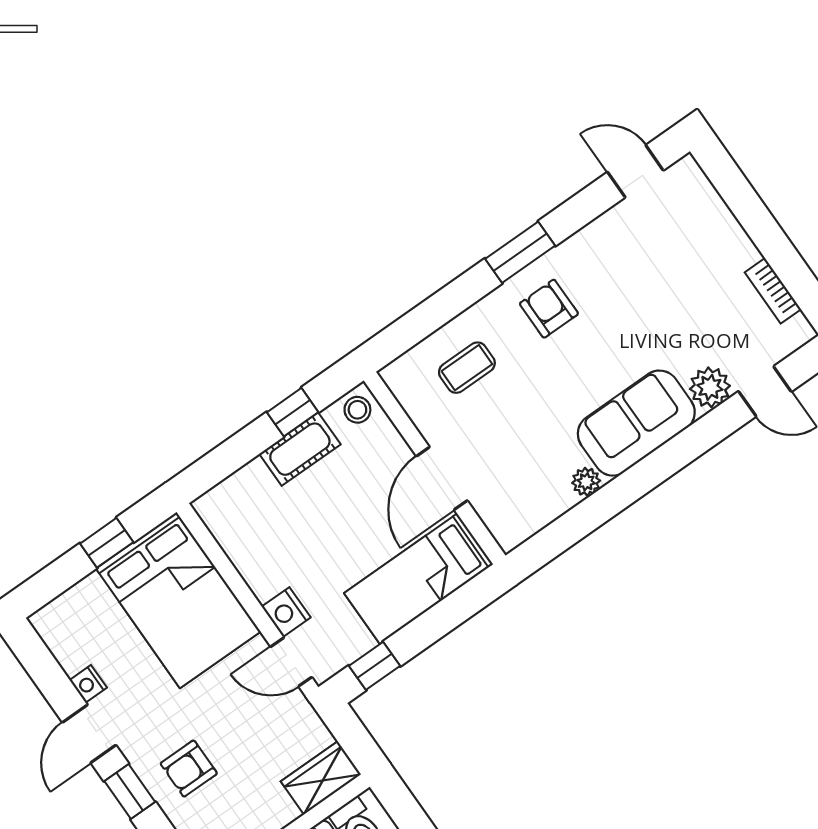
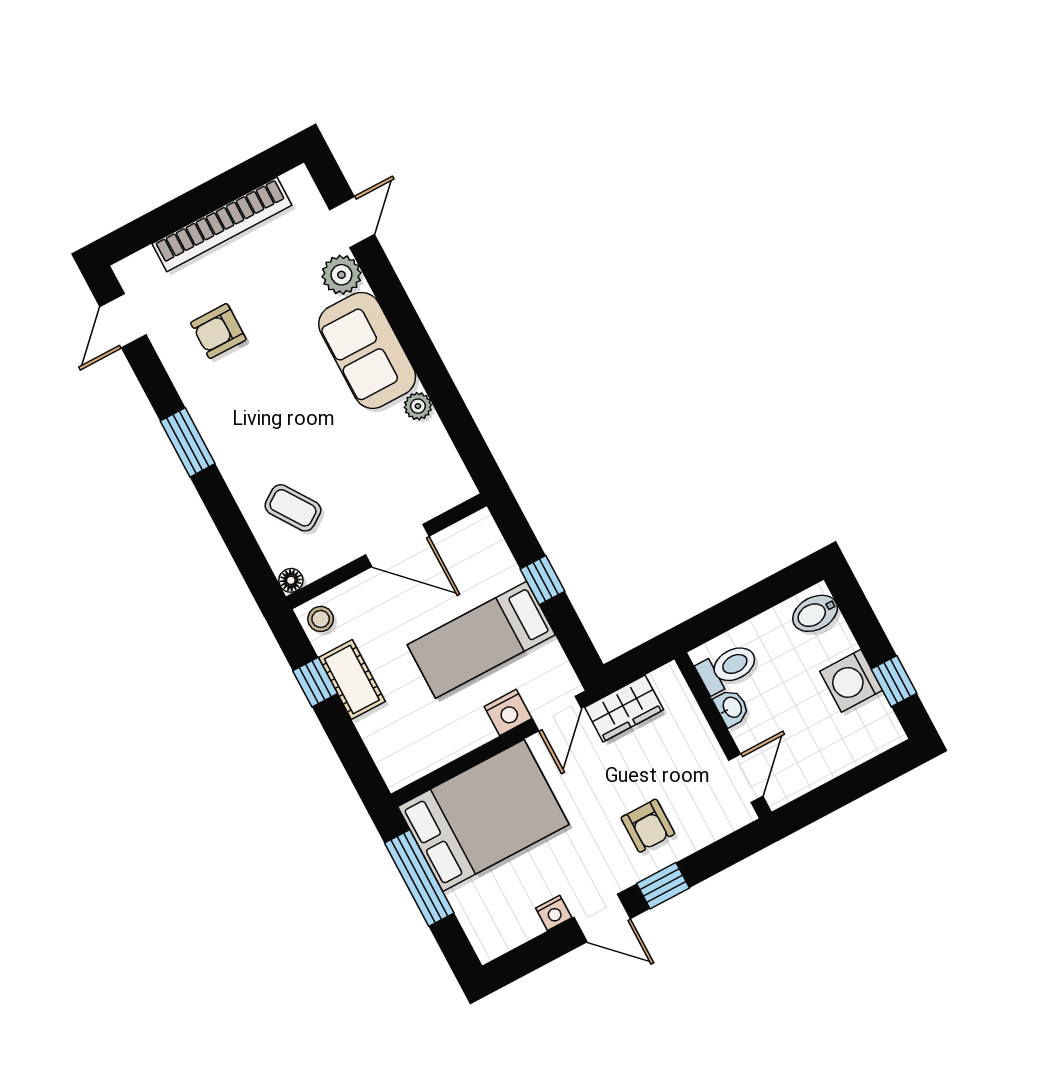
bookcase: (773, 291) -> (222, 224), width x2.31, depth x1.31
armchair: (549, 309) -> (218, 331), moved
coffee table: (467, 368) -> (293, 508), turned -34
floor lamp: (393, 375) -> (291, 580), added
window: (107, 543) -> (419, 878), width x2.17
bed: (419, 579) -> (481, 640), moved, turned 90
window: (374, 666) -> (542, 580), moved
wardrobe: (321, 778) -> (624, 708), moved, turned -90

